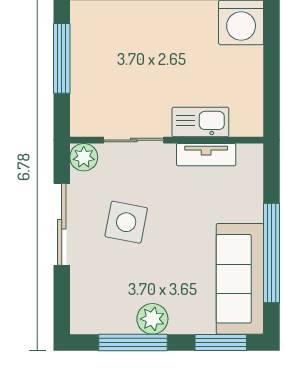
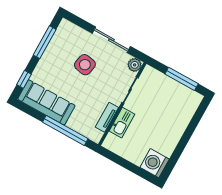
side table: (126, 222) -> (85, 65), moved
window: (272, 253) -> (65, 130), moved
plant: (152, 319) -> (50, 56), removed
window: (221, 342) -> (24, 79), width x0.67

